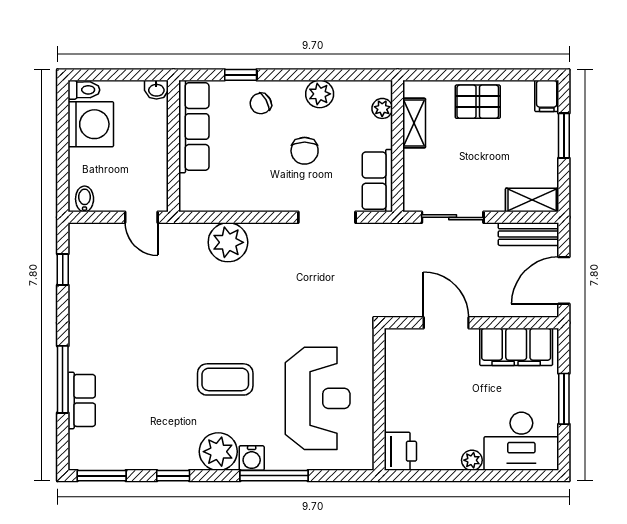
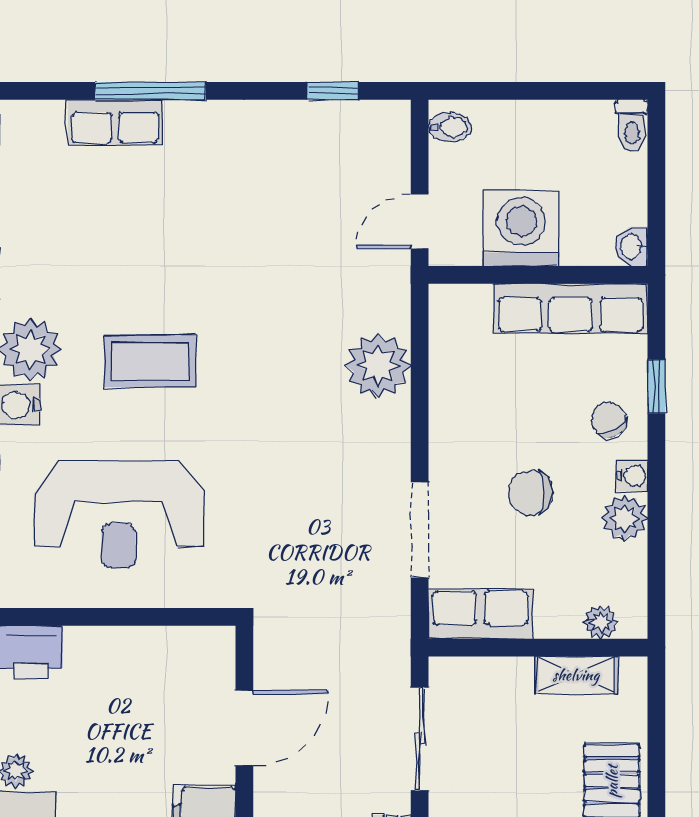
water cooler: (294, 89) -> (632, 476), added
washing machine: (91, 124) -> (521, 228), moved, turned 180
coffee table: (225, 379) -> (150, 361), turned 90

